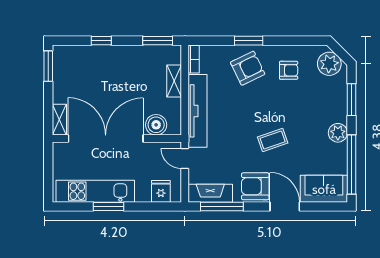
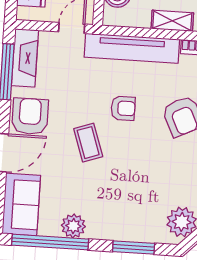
armchair: (289, 70) -> (123, 108), moved, turned -90
plant: (338, 133) -> (73, 226), moved

